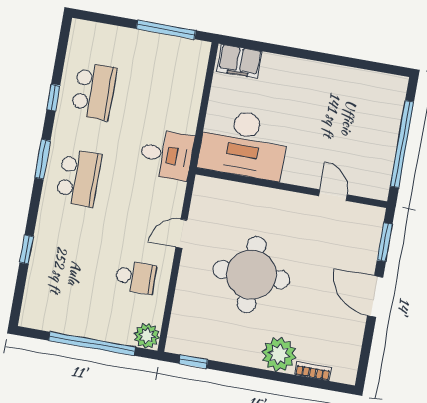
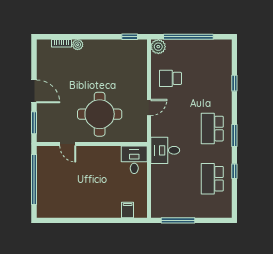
filing cabinet: (240, 61) -> (128, 210), width x0.50
desk: (244, 144) -> (134, 160), width x0.53, depth x0.77
round table: (251, 275) -> (100, 114), moved
plant: (279, 354) -> (78, 45), width x0.53, depth x0.53

